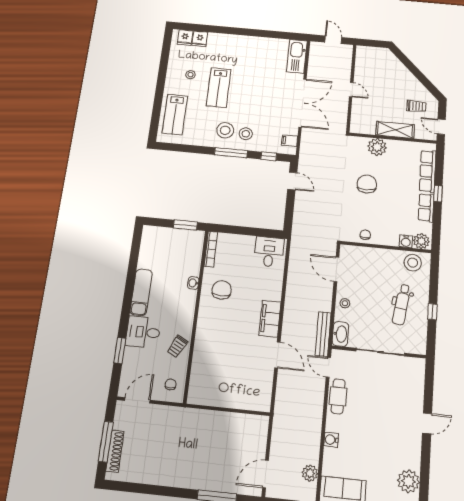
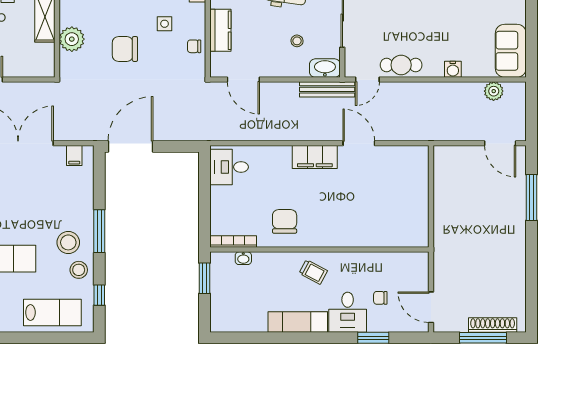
stool: (246, 134) -> (79, 270), moved
window: (269, 156) -> (99, 295), moved
door: (292, 181) -> (130, 146), width x1.88
side table: (384, 215) -> (165, 24), added
kitchen counter: (376, 256) -> (220, 30), added
door: (336, 269) -> (243, 80), hinge flipped
washbasin: (193, 283) -> (243, 258), moved
chair: (222, 290) -> (285, 221), turned 90
stool: (345, 303) -> (297, 41), moved
trolley: (177, 346) -> (313, 272), moved
door: (277, 355) -> (359, 143), hinge flipped
chair: (171, 384) -> (380, 298), moved

